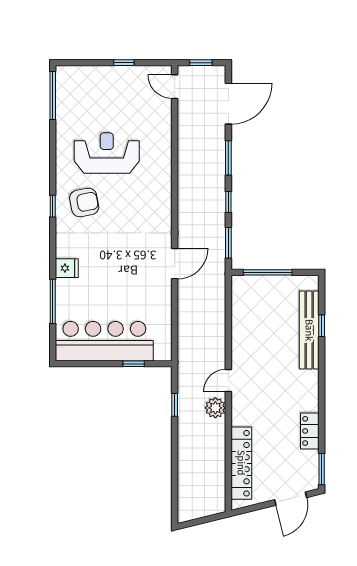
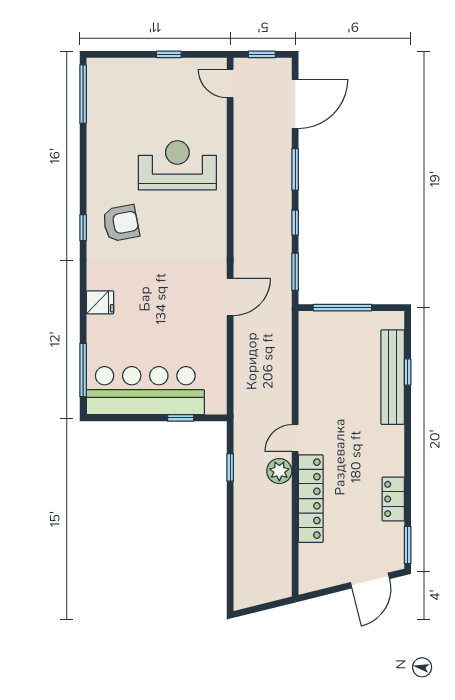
reception desk: (107, 153) -> (177, 165), moved
window: (53, 301) -> (83, 370), moved
locker: (241, 463) -> (311, 499), moved

